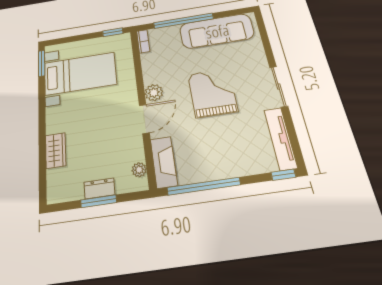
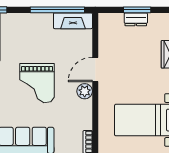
fireplace: (164, 162) -> (73, 21), moved, turned -90
plant: (139, 170) -> (104, 29), removed

